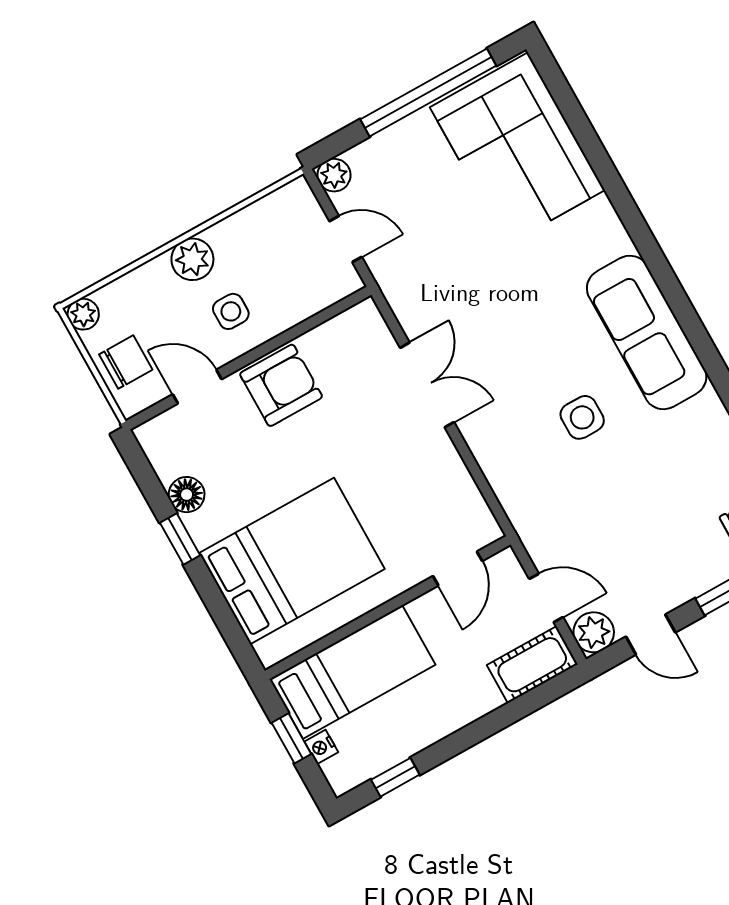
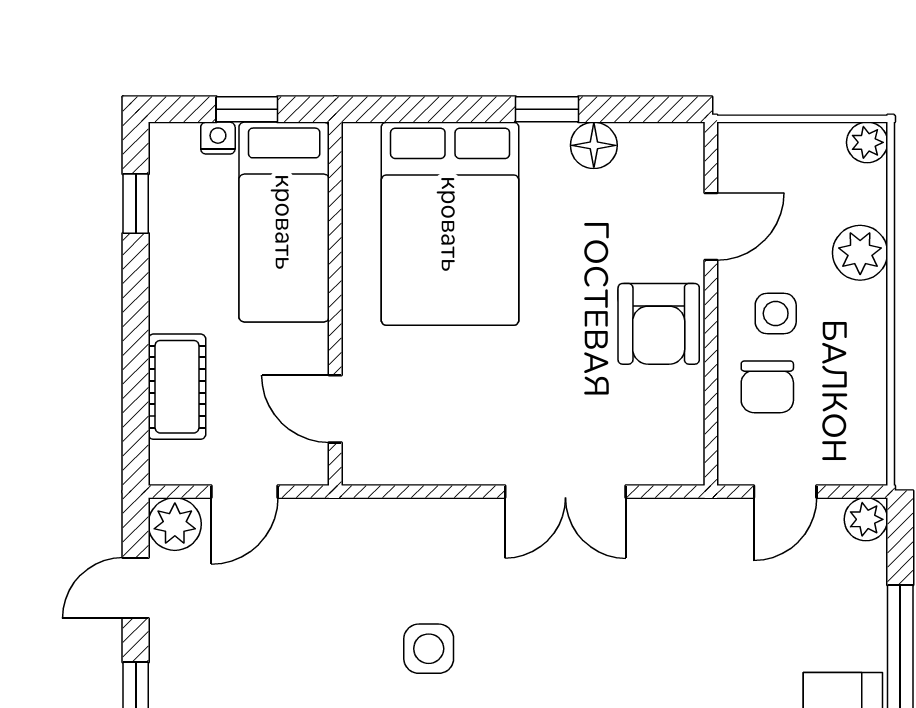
plant: (192, 259) -> (860, 253), moved
chair: (126, 362) -> (767, 387), moved
cot: (532, 665) -> (177, 387), moved

